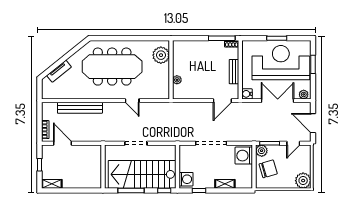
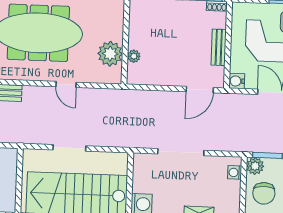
plant: (161, 55) -> (110, 54), moved
washing machine: (244, 156) -> (235, 172), width x0.53, depth x0.53
chair: (268, 169) -> (264, 193), turned 106

